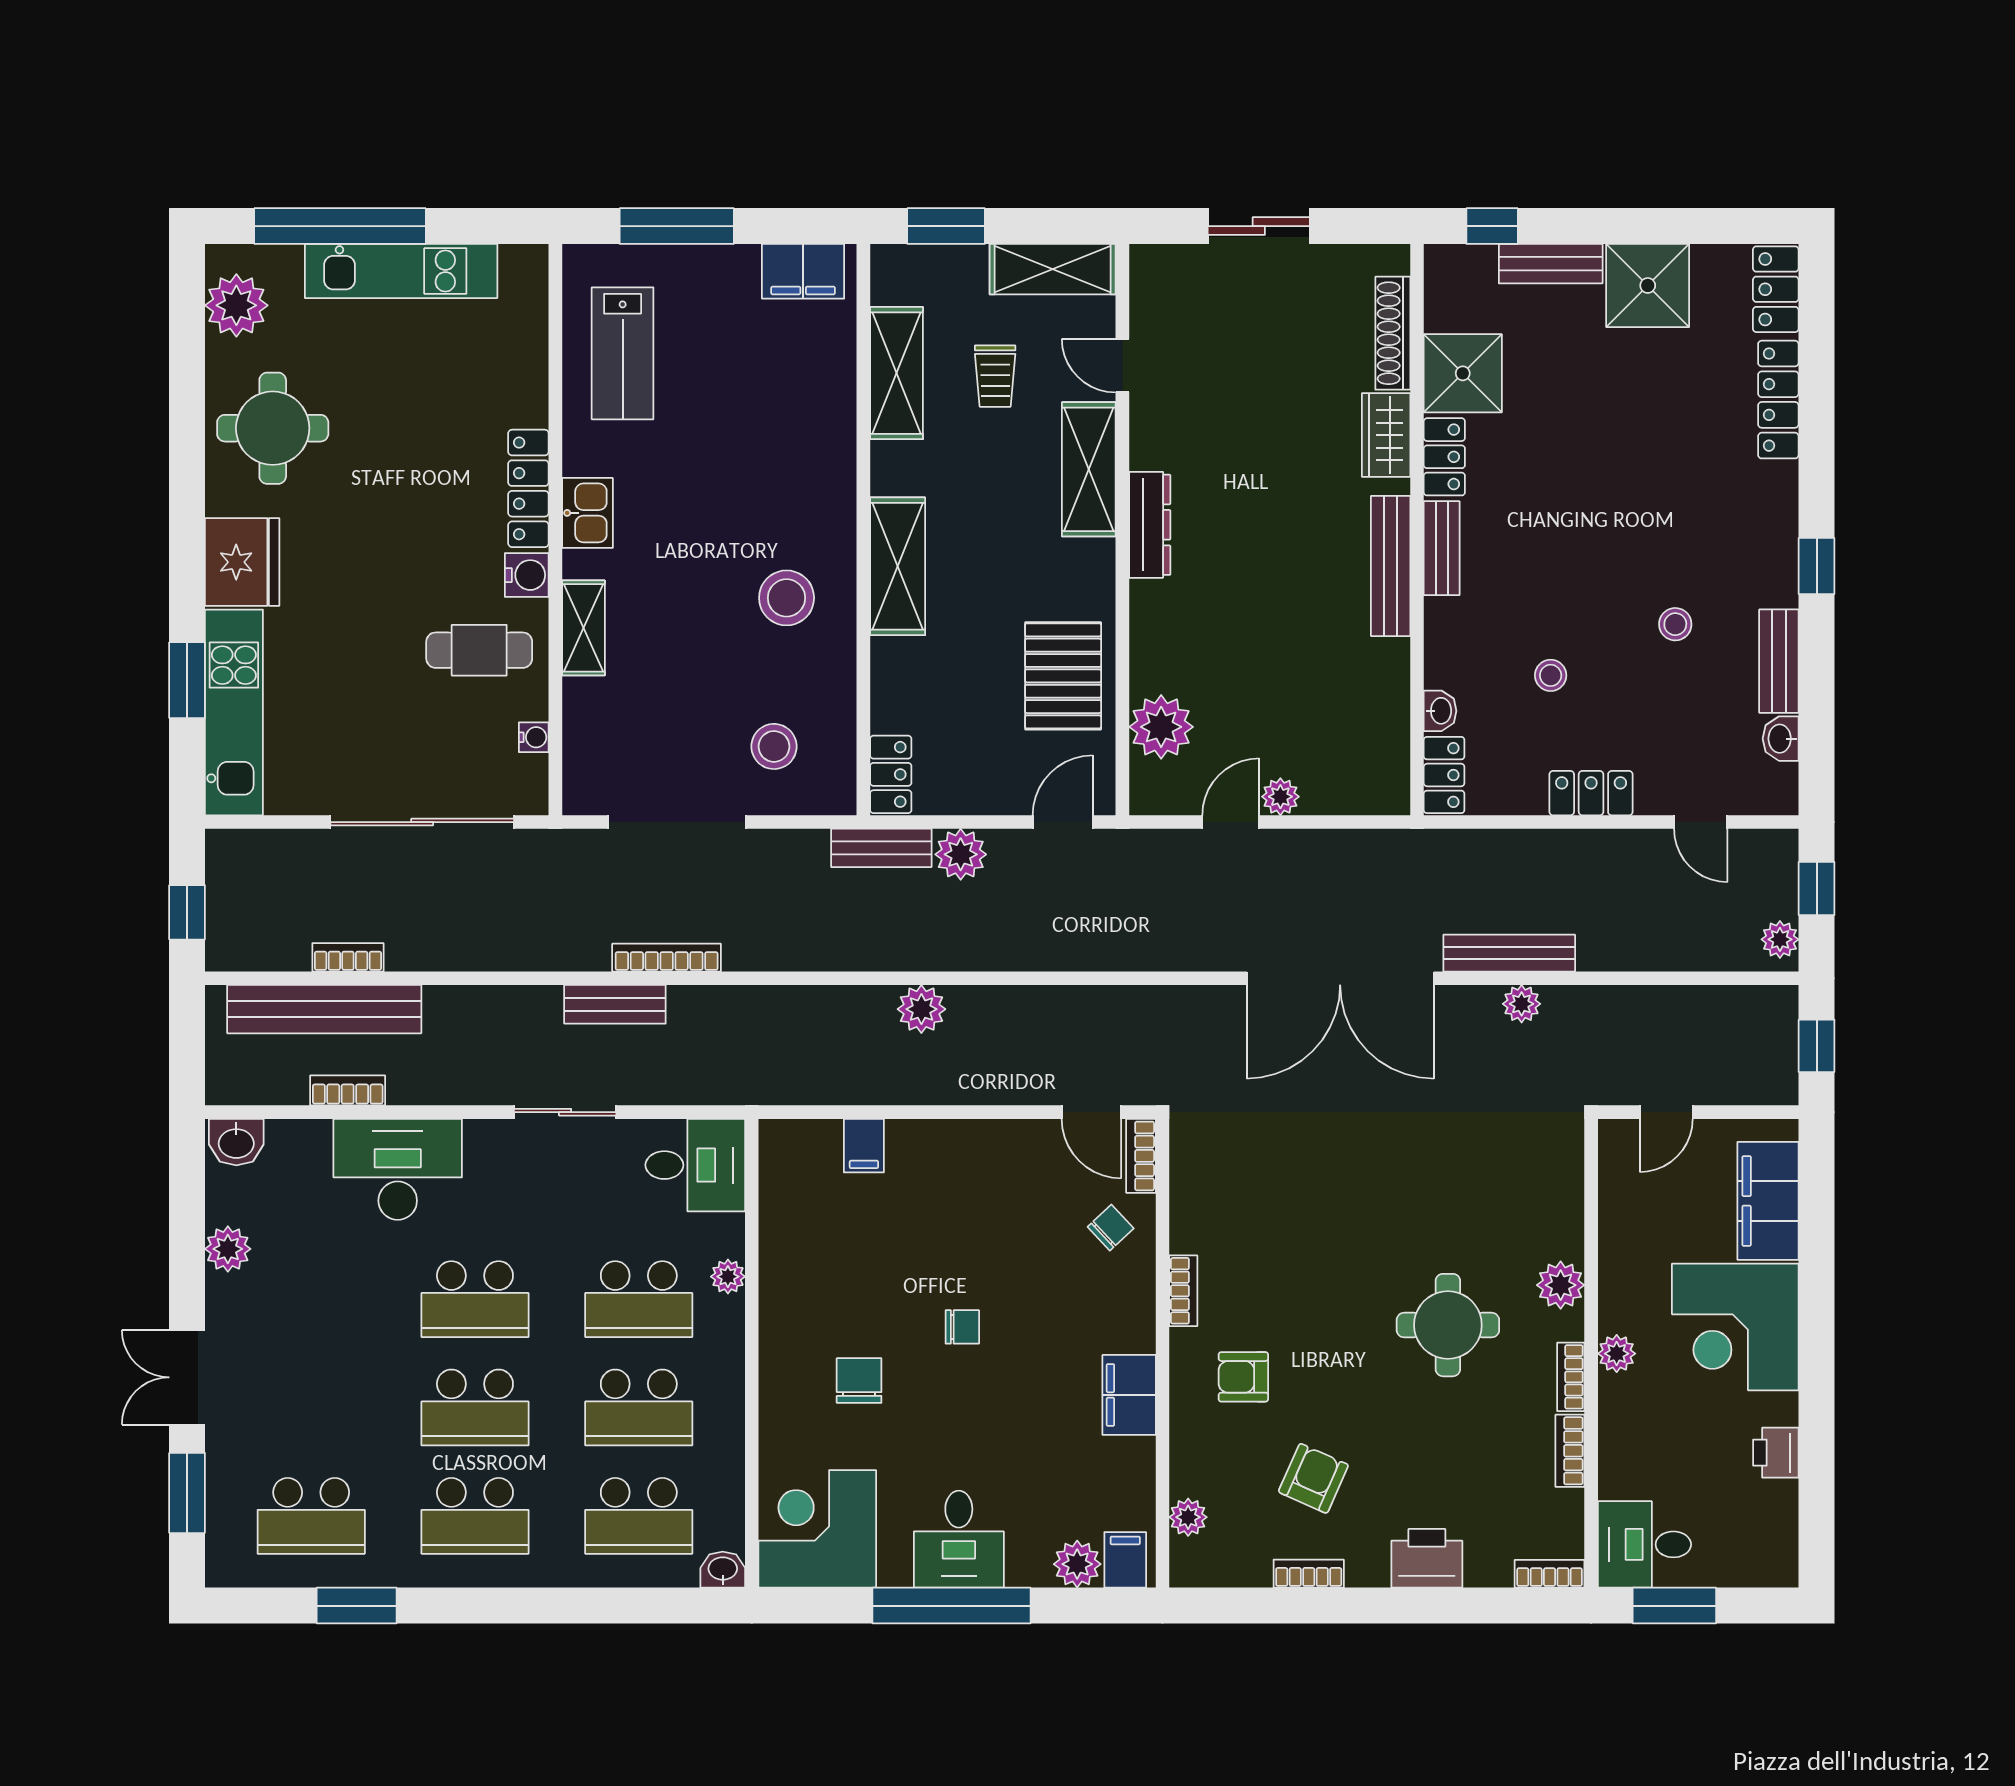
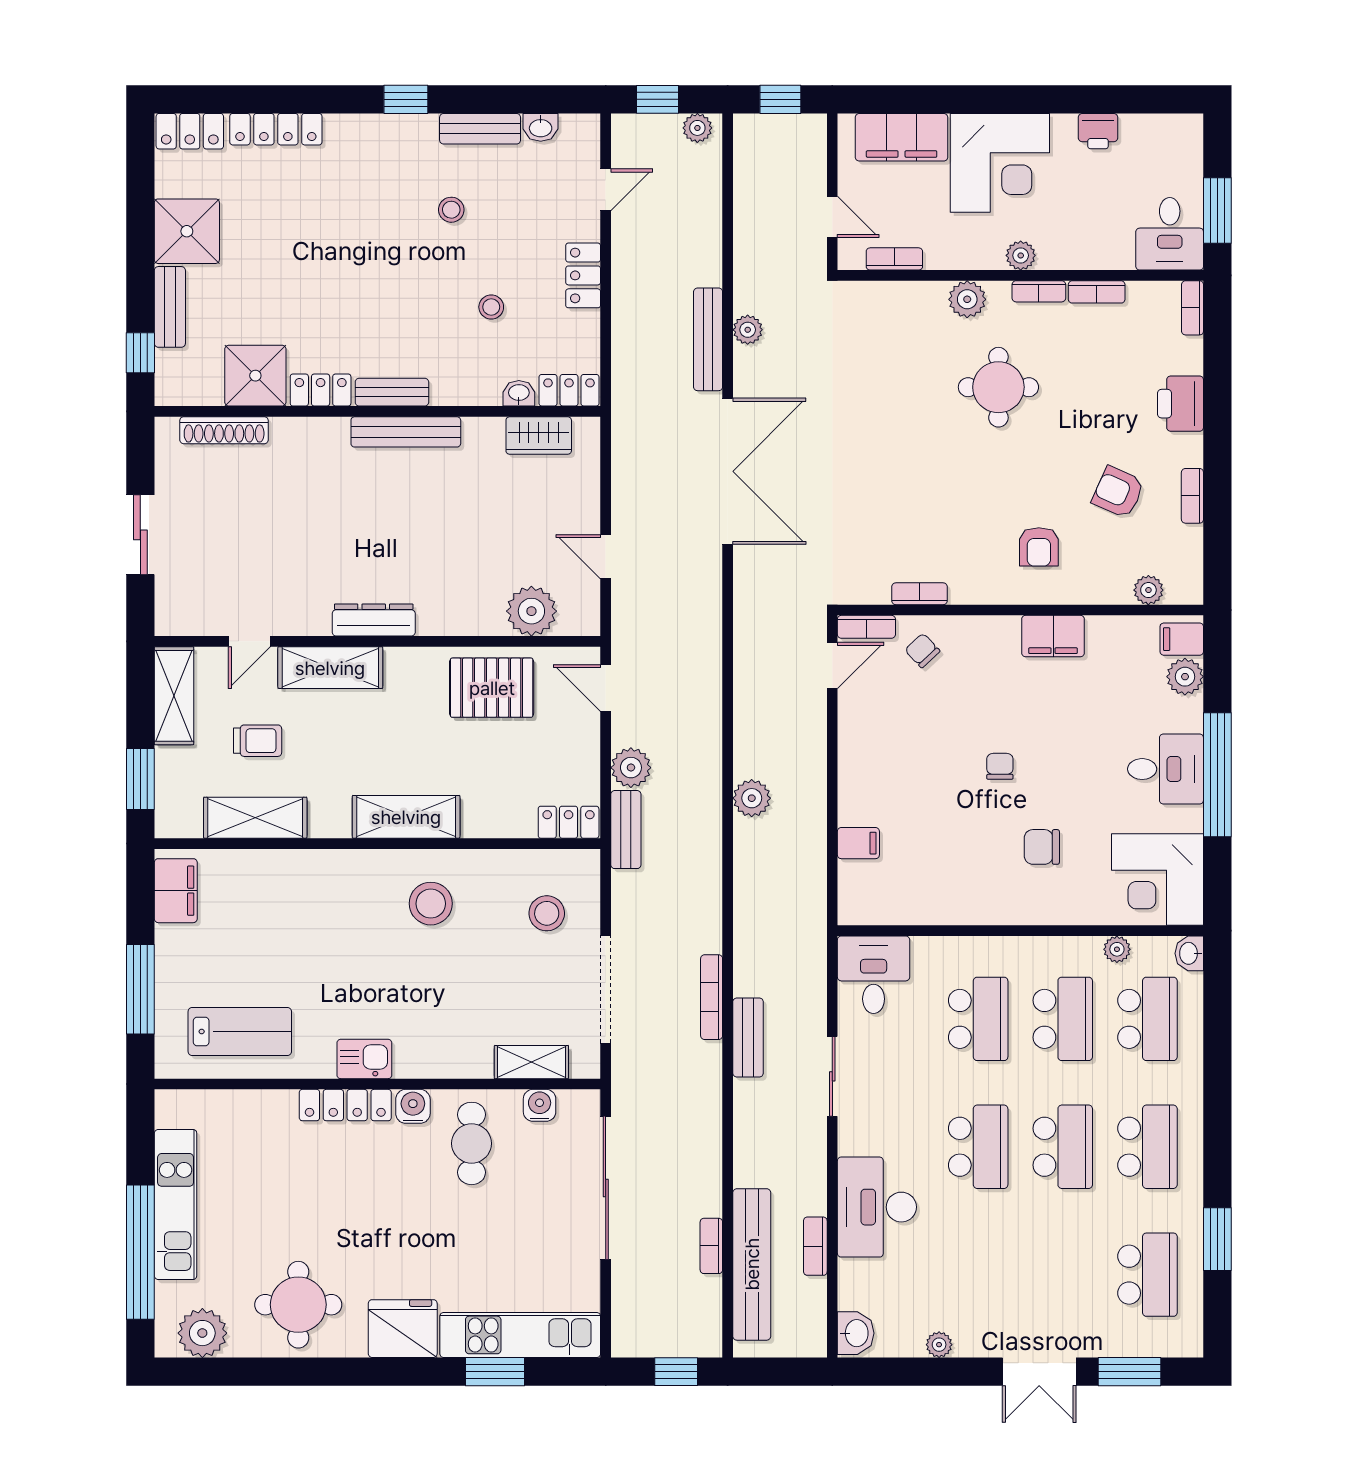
wardrobe: (1386, 435) -> (539, 436), moved
shelving: (583, 628) -> (531, 1062), moved
water cooler: (534, 737) -> (540, 1105), width x1.38, depth x1.38
plant: (1280, 797) -> (586, 518), removed
bookcase: (1612, 1192) -> (894, 259), added
plant: (228, 1249) -> (939, 1345), width x0.73, depth x0.73
plant: (728, 1277) -> (1117, 949), moved
bookcase: (1183, 1291) -> (919, 594), moved

